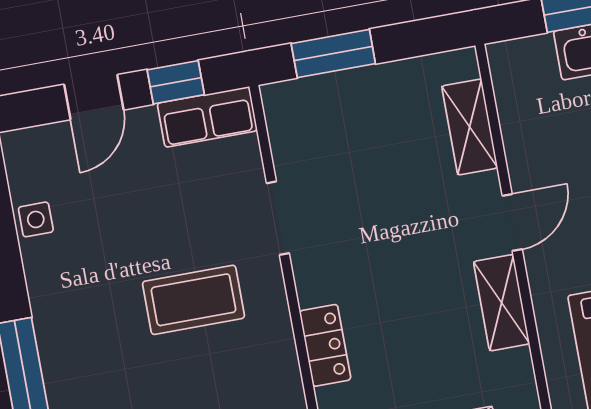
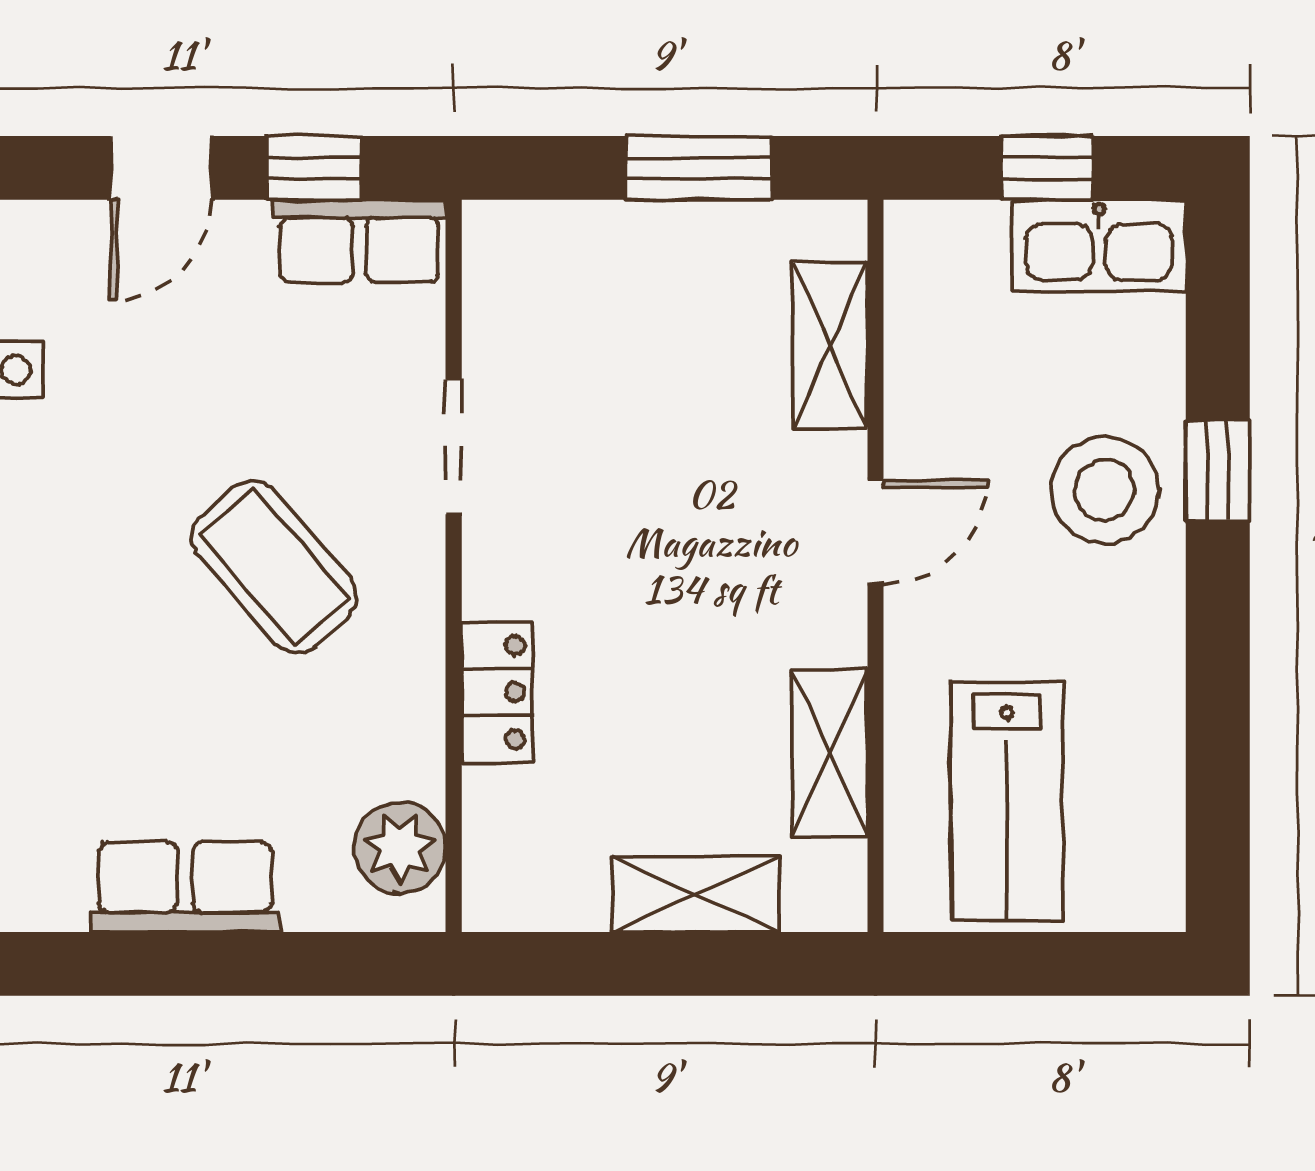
window: (333, 54) -> (699, 168), moved
coffee table: (193, 300) -> (274, 567), turned 49
shelving: (502, 303) -> (830, 753), moved

